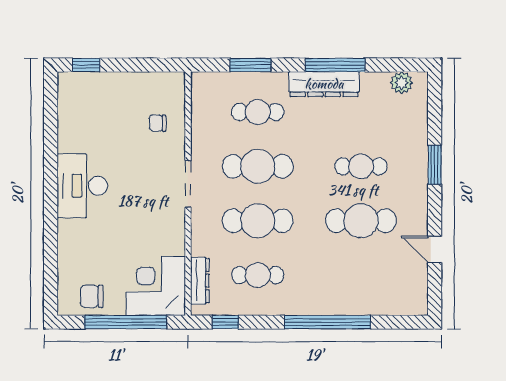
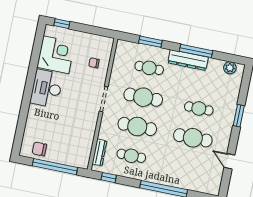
corner desk: (156, 286) -> (56, 55), moved, turned 90

